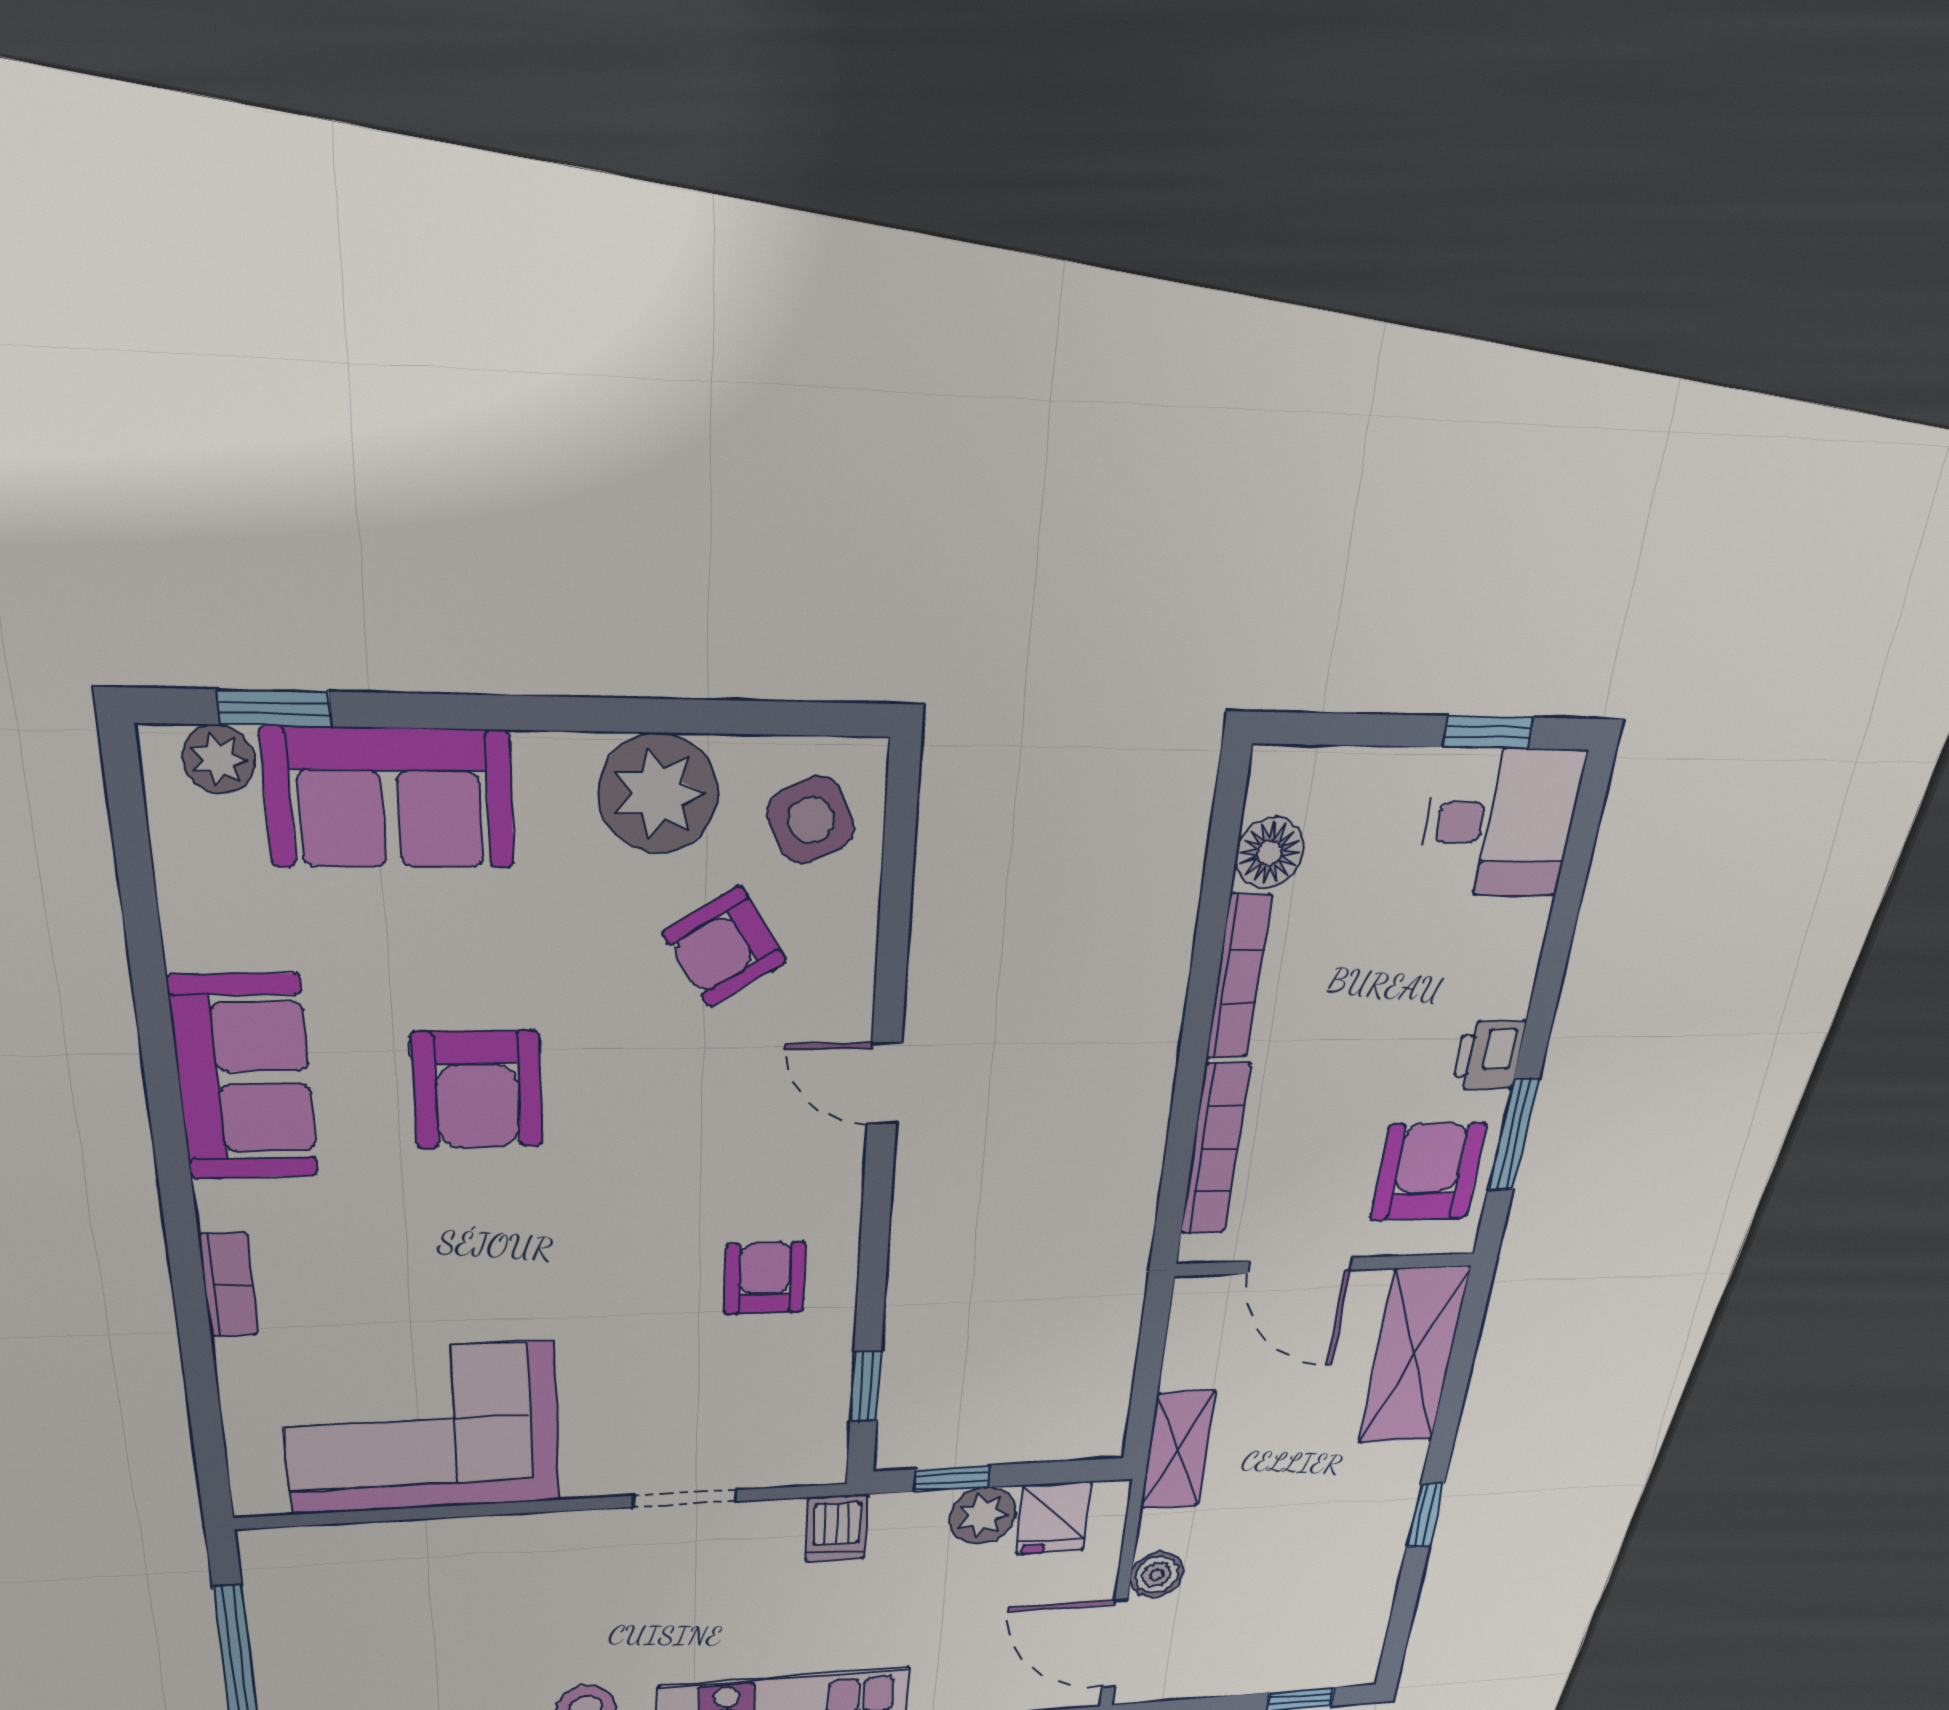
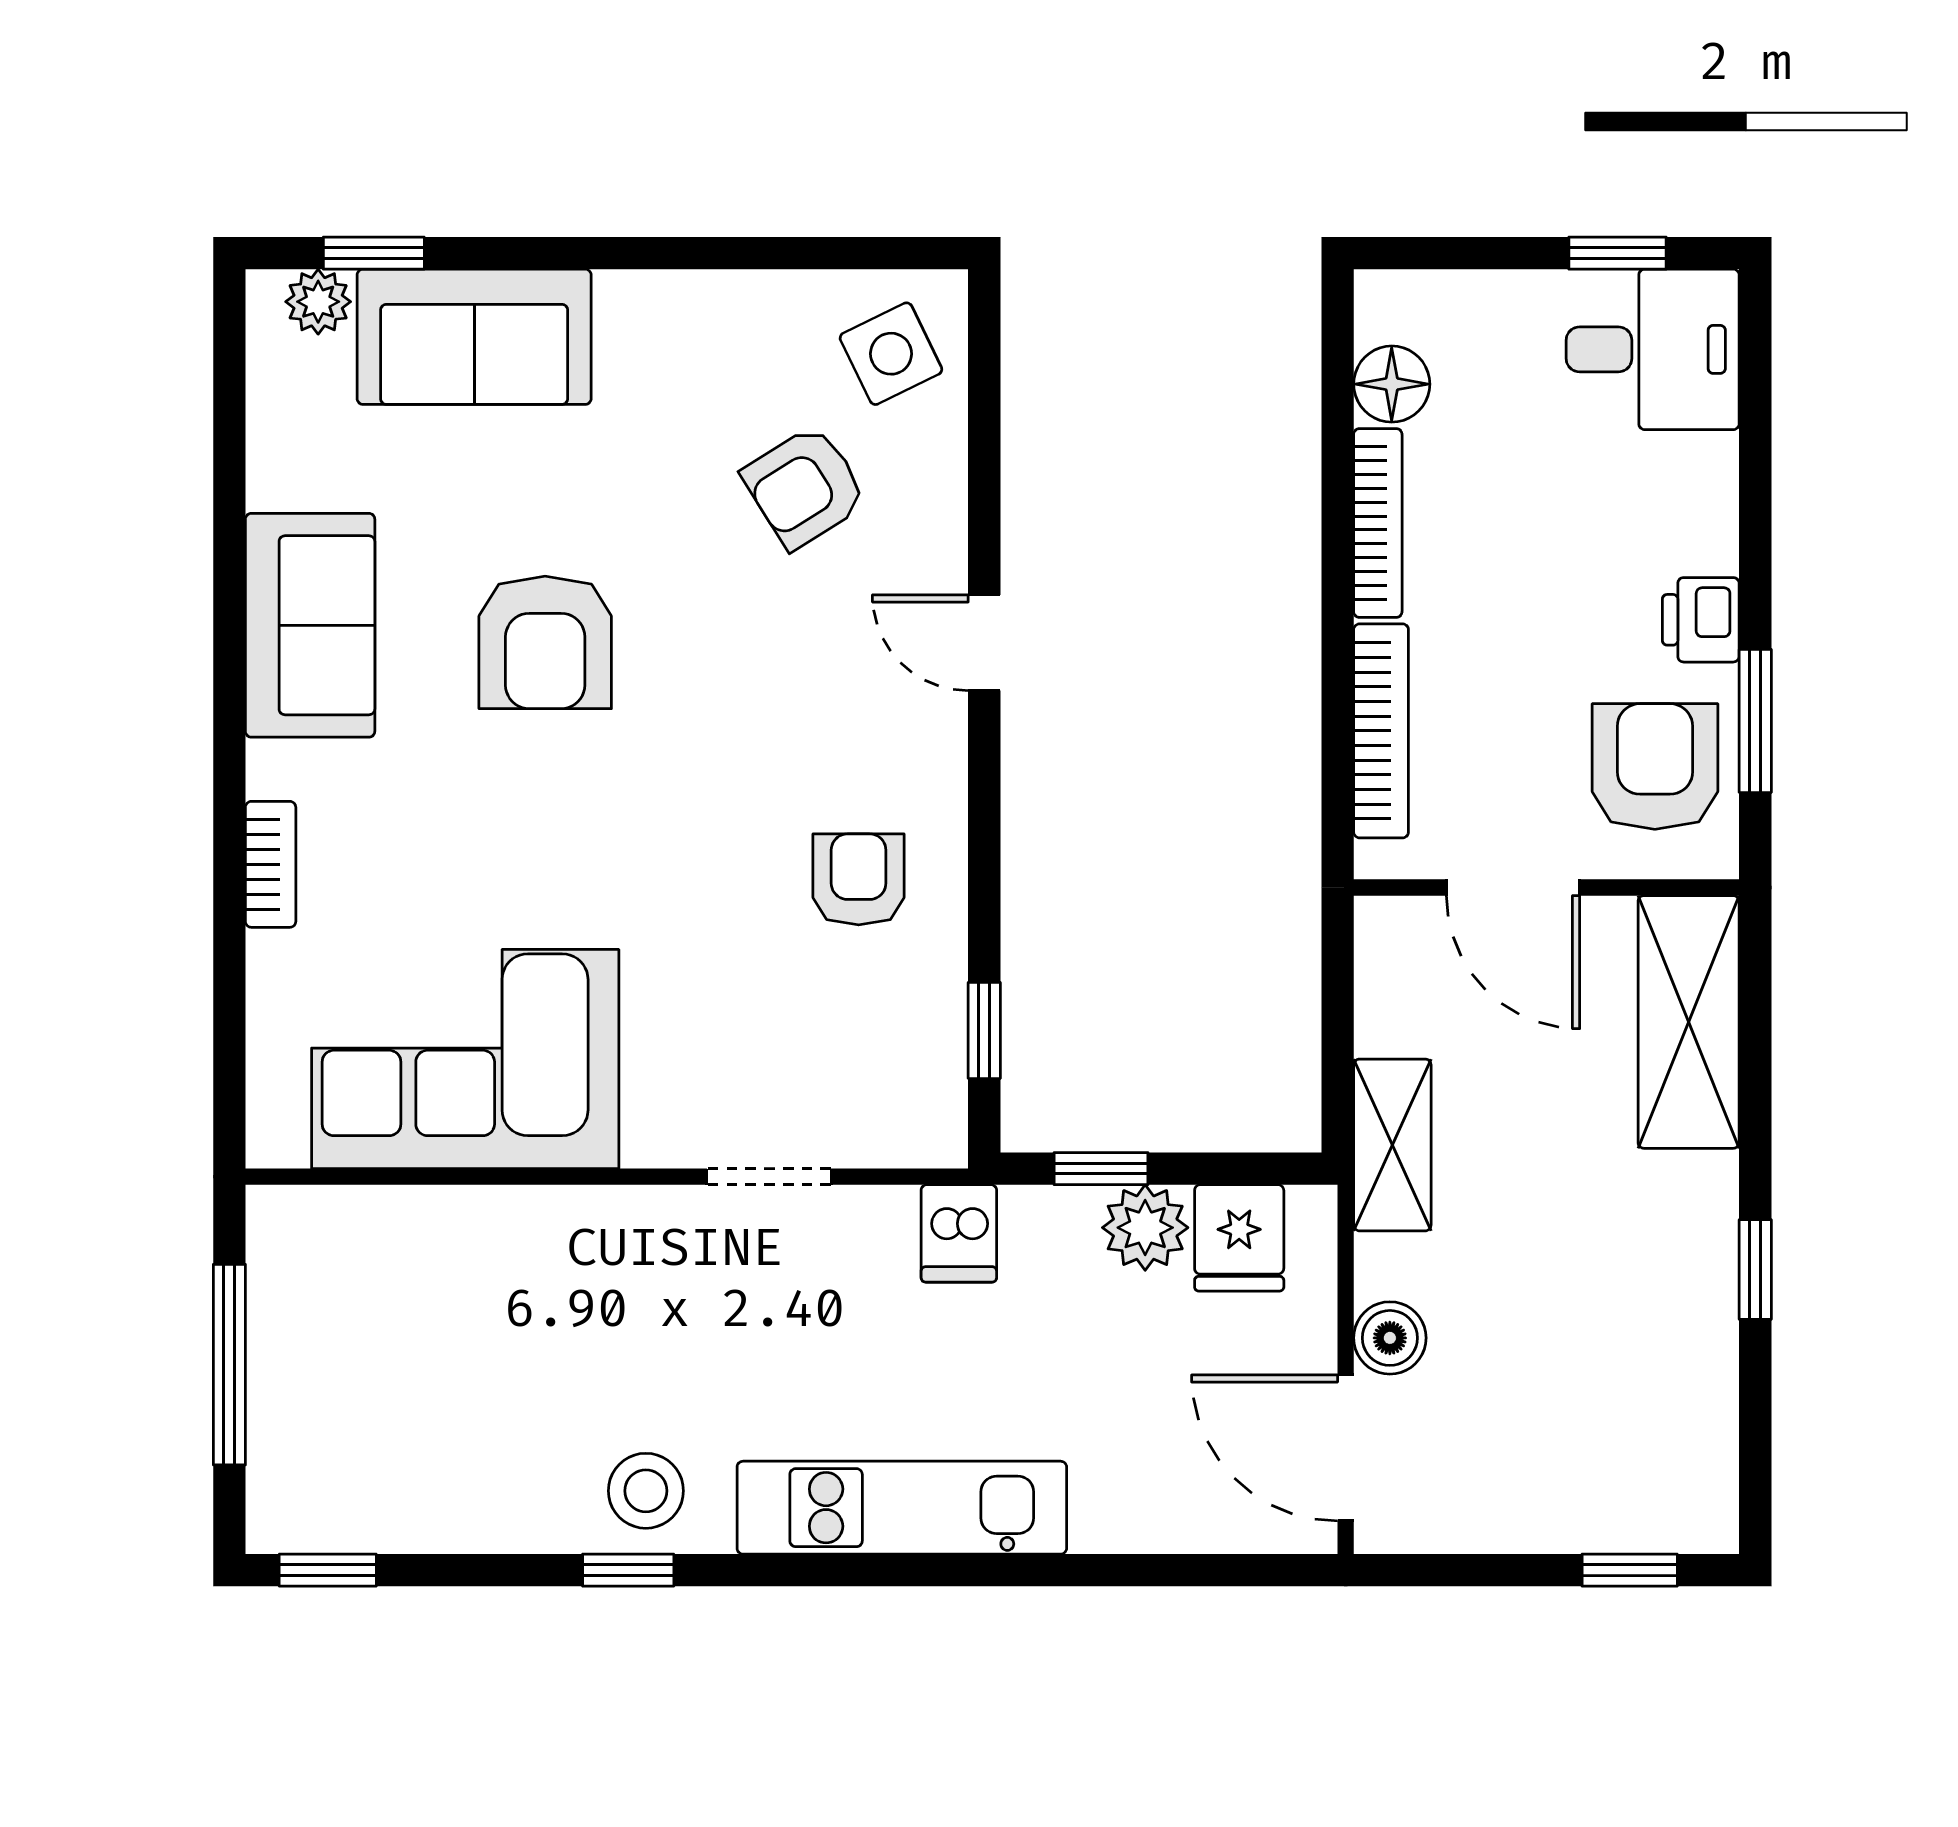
plant: (658, 793) -> (735, 329), removed

